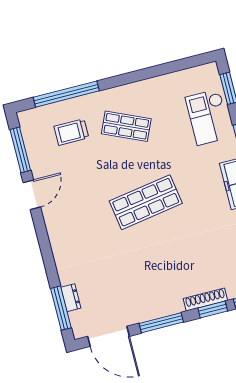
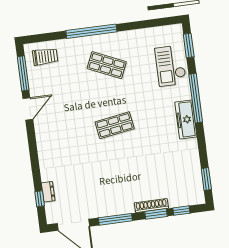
window: (66, 94) -> (91, 31), moved
trolley: (71, 132) -> (45, 57), moved, turned 180
shop shelf: (146, 202) -> (115, 125), width x0.70, depth x0.74
window: (61, 308) -> (40, 199), width x0.46

